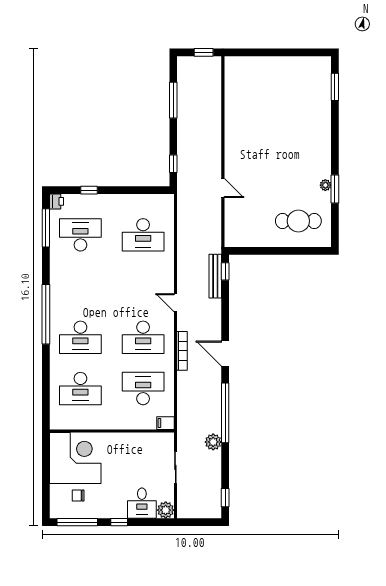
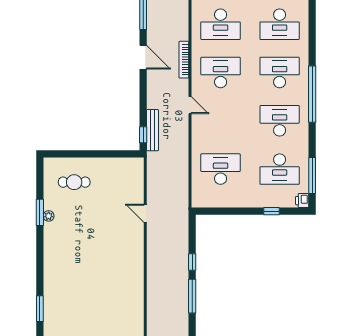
window: (173, 164) -> (192, 262), moved
cafe table: (298, 221) -> (74, 182), width x0.73, depth x0.74
desk: (80, 286) -> (280, 121), added
desk: (80, 389) -> (280, 24), turned 180

